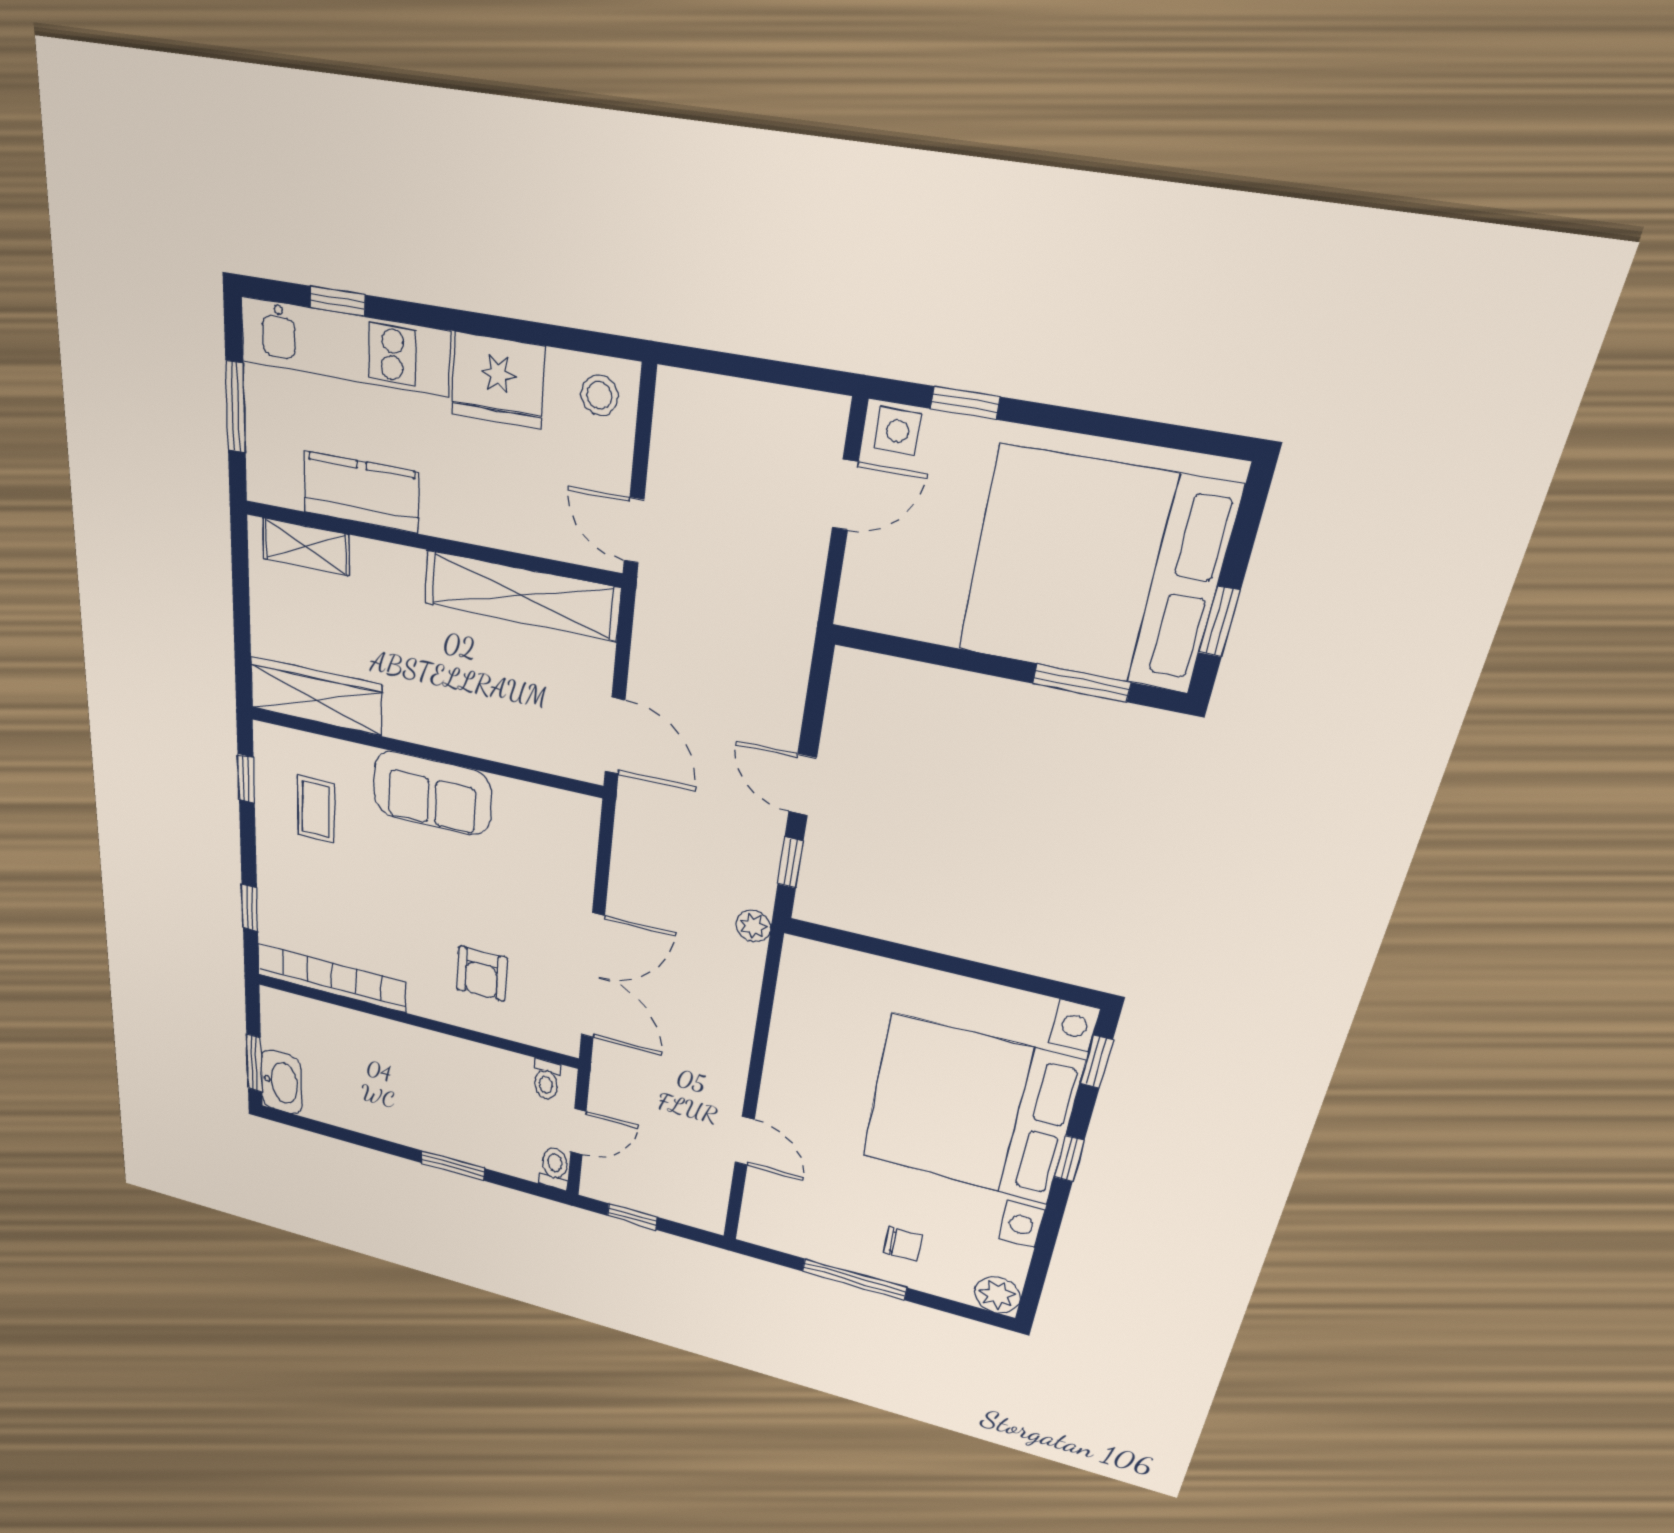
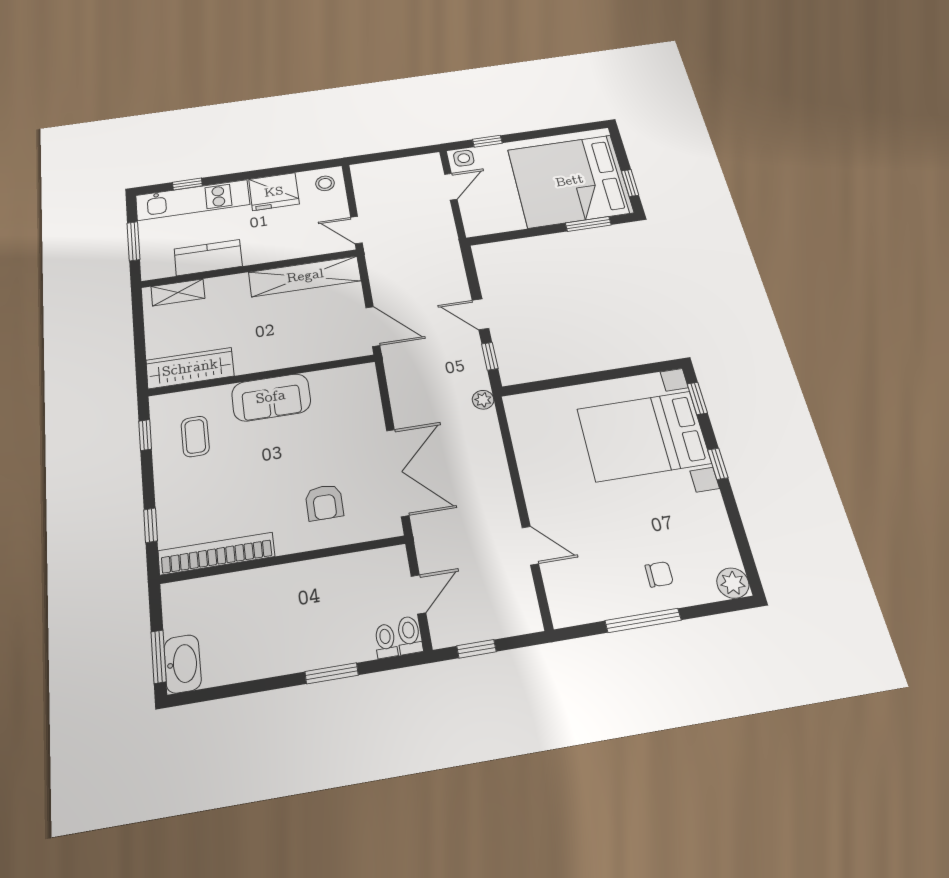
toilet: (546, 1080) -> (386, 641), moved, turned 180
bed with nightstands: (970, 1109) -> (644, 436), width x0.73

